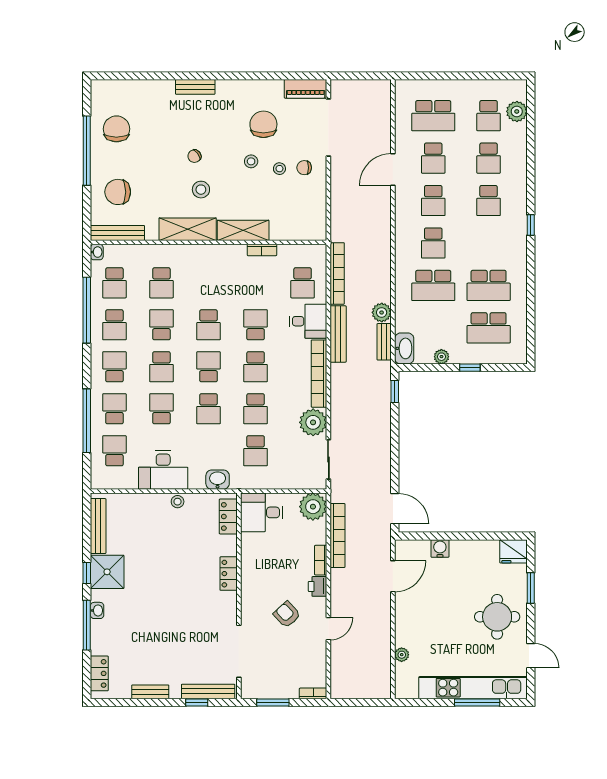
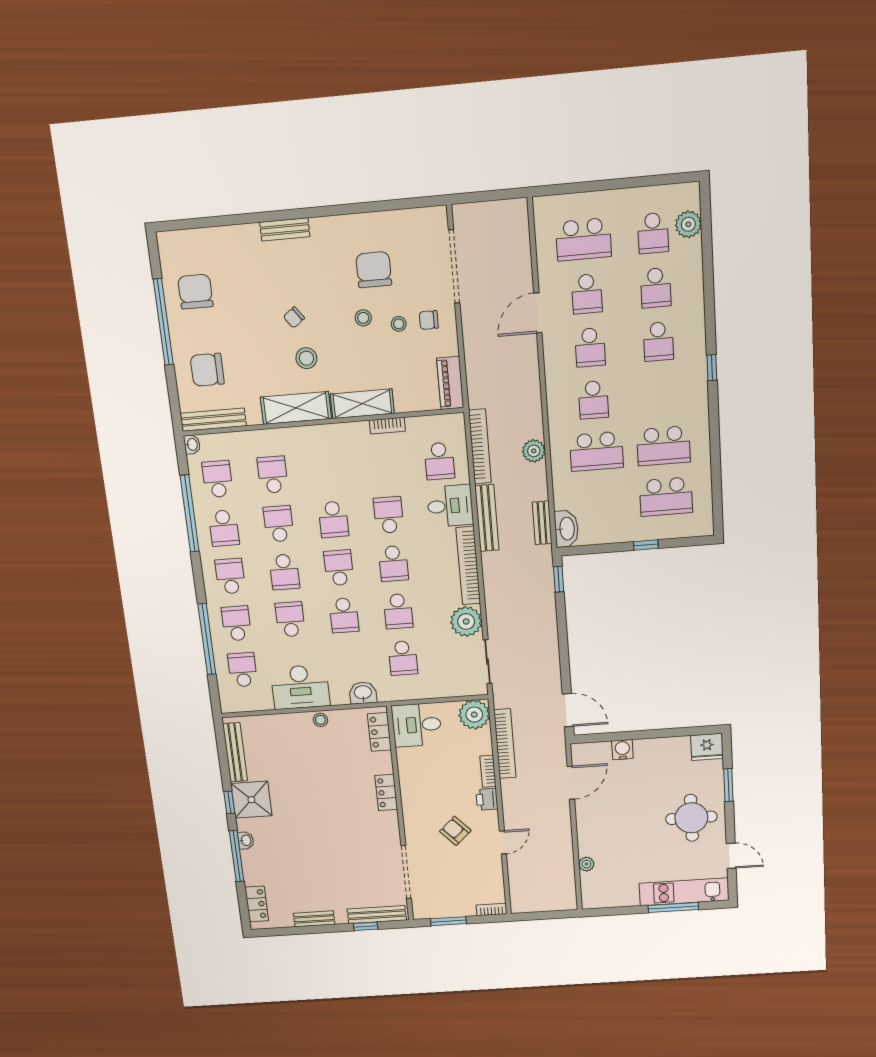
piano: (306, 89) -> (450, 383), moved, turned 90
school desk: (114, 283) -> (218, 479), turned 180
school desk: (161, 283) -> (273, 475), turned 180
plant: (382, 312) -> (534, 451), moved
plant: (441, 357) -> (611, 535), removed
kitchen unit: (473, 688) -> (684, 892), width x0.73

